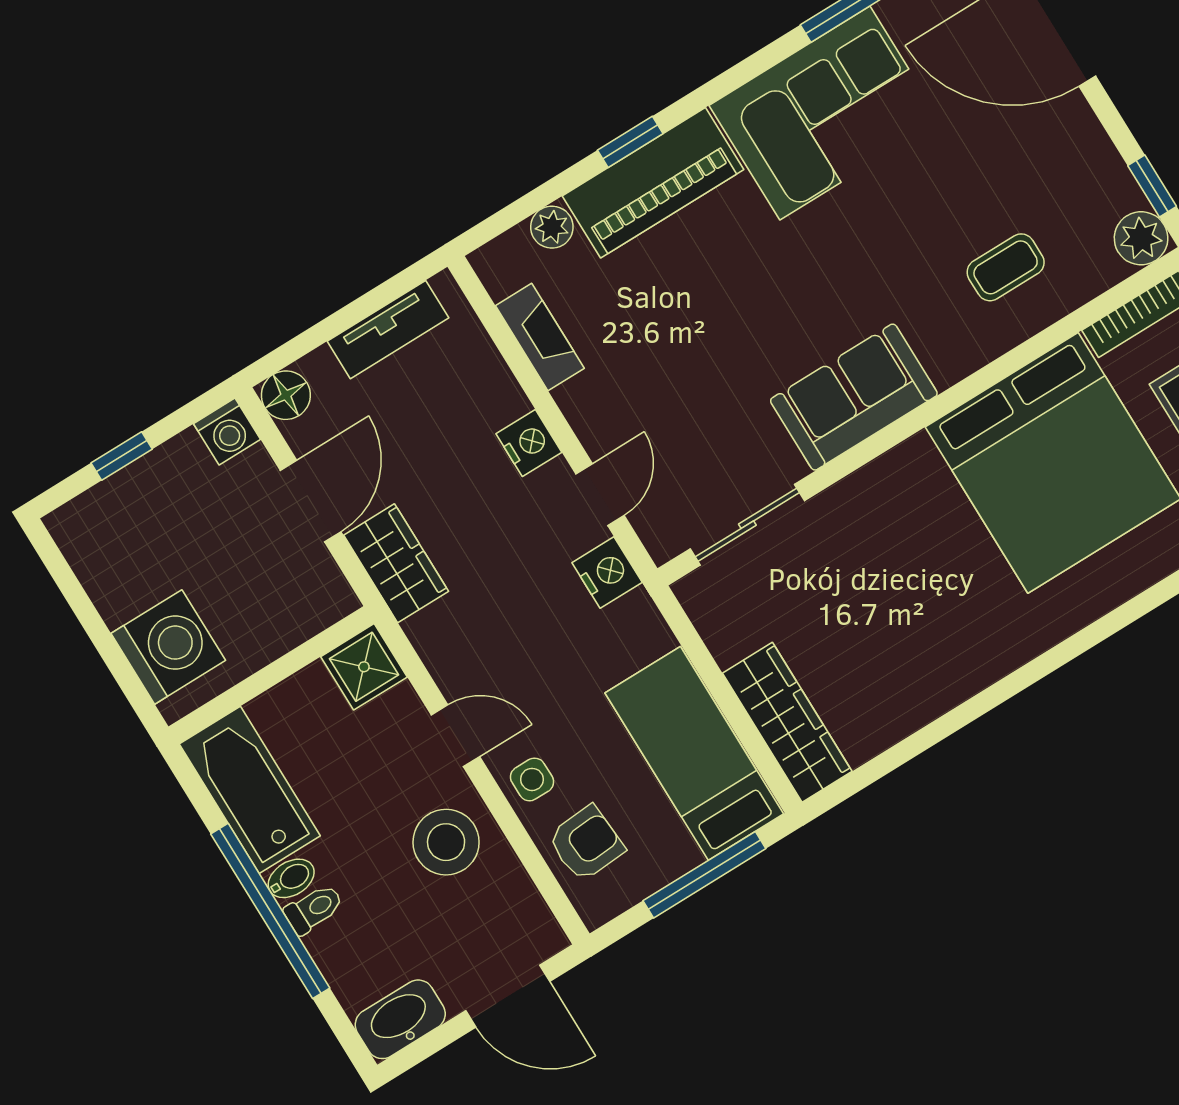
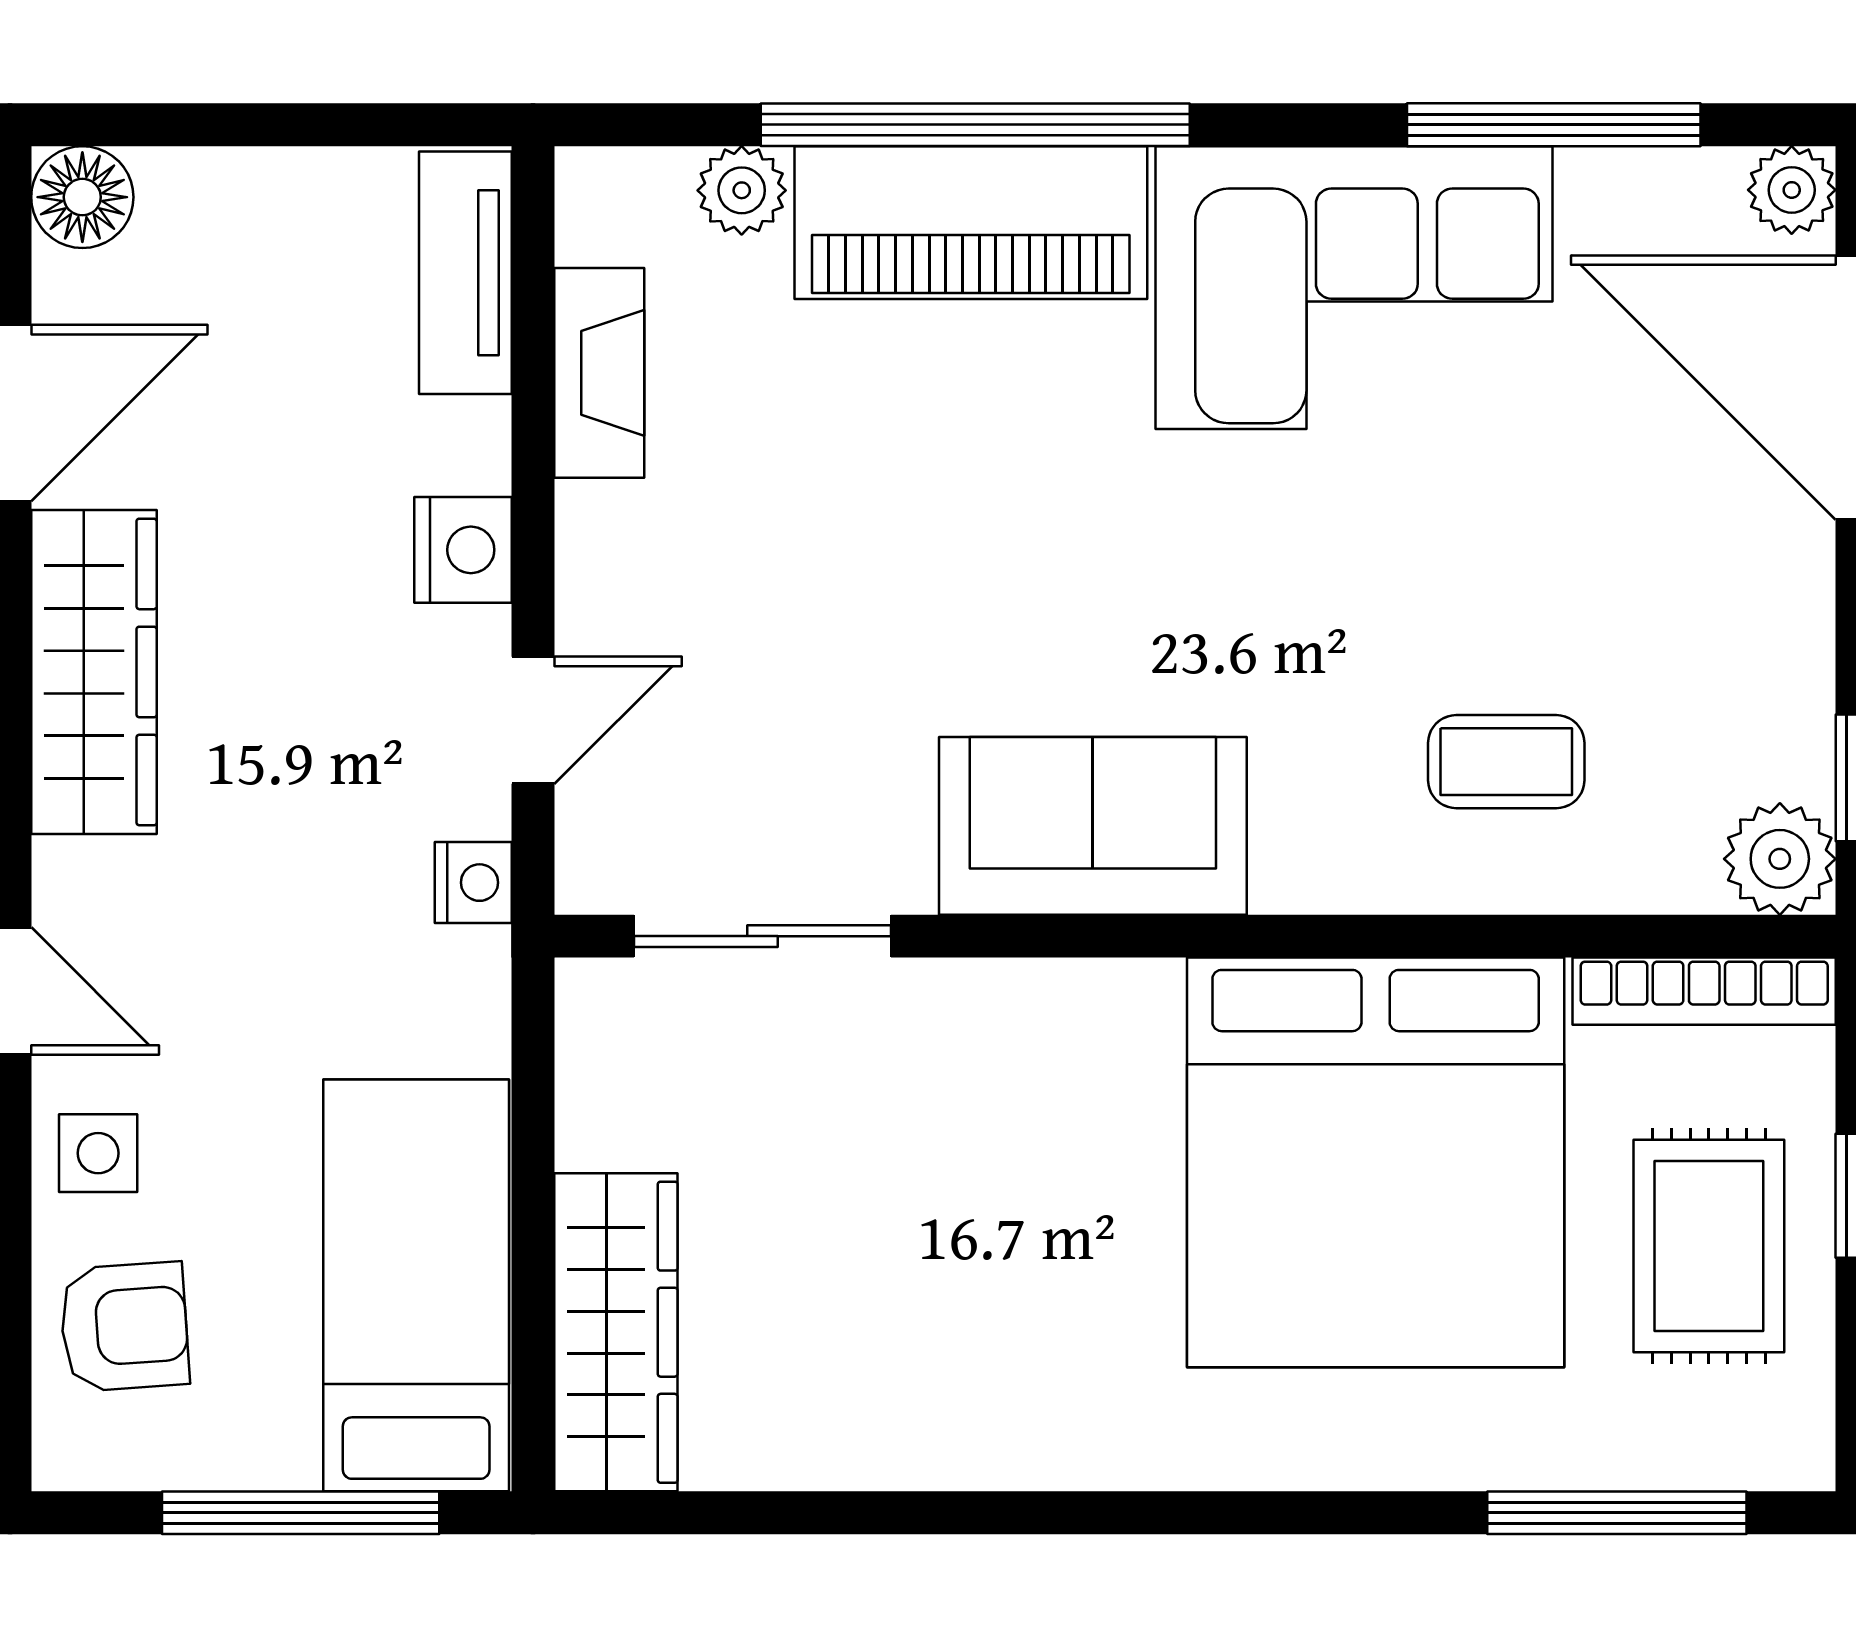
window: (630, 142) -> (975, 125), width x3.17
tv unit: (388, 330) -> (465, 273), moved, turned 90
wardrobe: (396, 563) -> (94, 672), width x1.50
nightstand: (607, 572) -> (473, 883), width x0.72, depth x0.74

